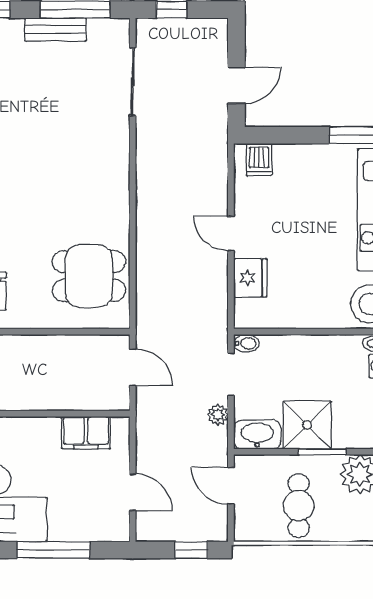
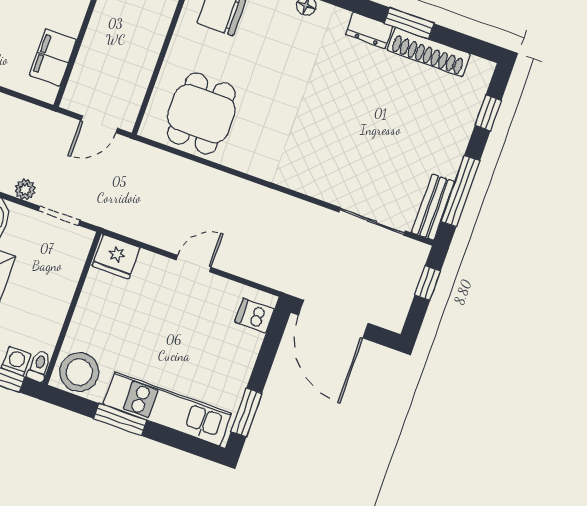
bench: (56, 30) -> (433, 207), moved
door: (236, 85) -> (333, 319), width x1.87
fridge: (250, 278) -> (116, 257), moved
bidet: (246, 343) -> (83, 241), removed

